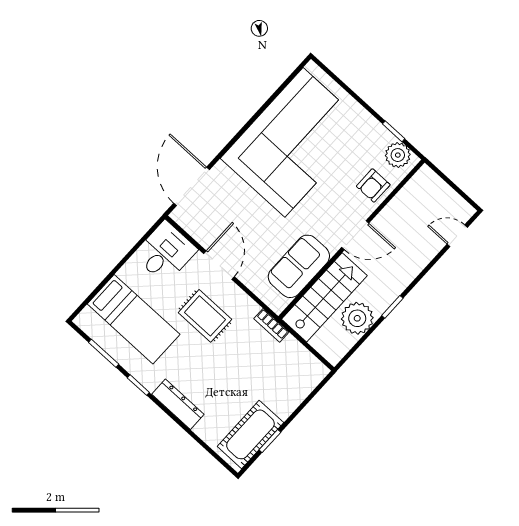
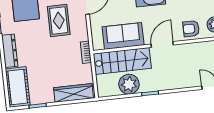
door: (355, 235) -> (162, 45), swing flipped
wardrobe: (300, 388) -> (73, 93), added
cot: (250, 434) -> (18, 87), moved, turned 90

